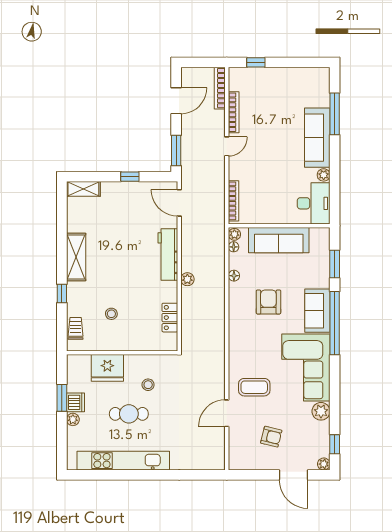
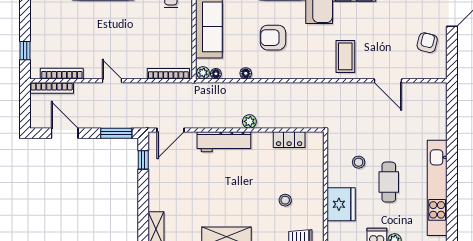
bookcase: (234, 112) -> (62, 74), moved
window: (130, 177) -> (143, 160), moved
coffee table: (254, 387) -> (345, 56), moved
armchair: (271, 437) -> (427, 43), moved

